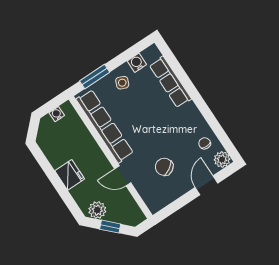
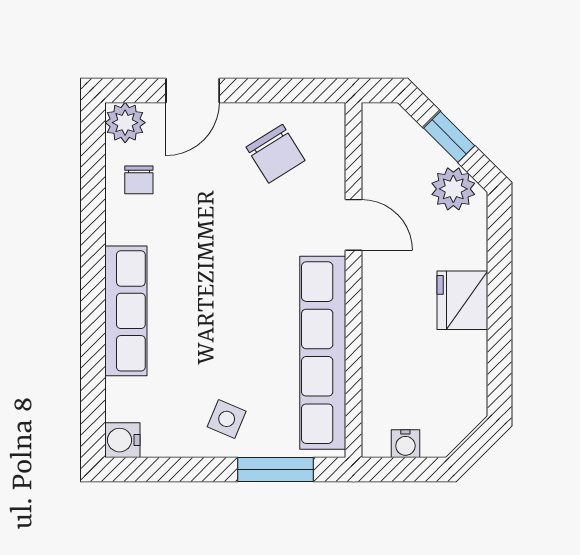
water cooler: (137, 63) -> (122, 440), moved, turned 90
row of seats: (170, 82) -> (126, 311), moved
chair: (164, 167) -> (276, 154), moved

